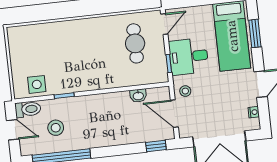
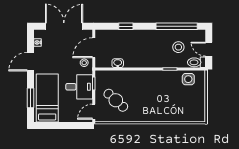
cafe table: (135, 43) -> (116, 100), turned -48
door: (174, 114) -> (94, 48), swing flipped
window: (156, 146) -> (126, 26), moved

